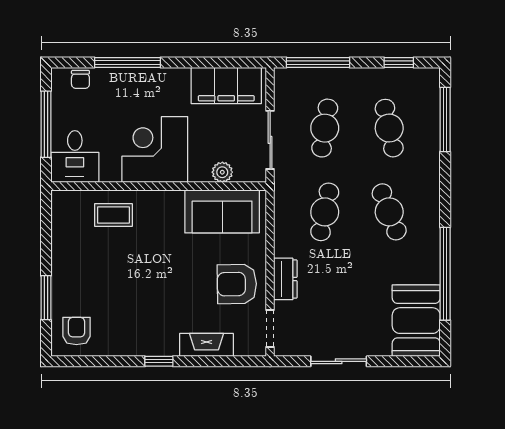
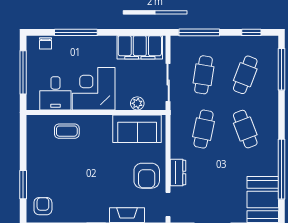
cafe table: (389, 128) -> (245, 75), turned 33
desk: (75, 157) -> (55, 93), moved
armchair: (237, 284) -> (147, 176), turned -89

